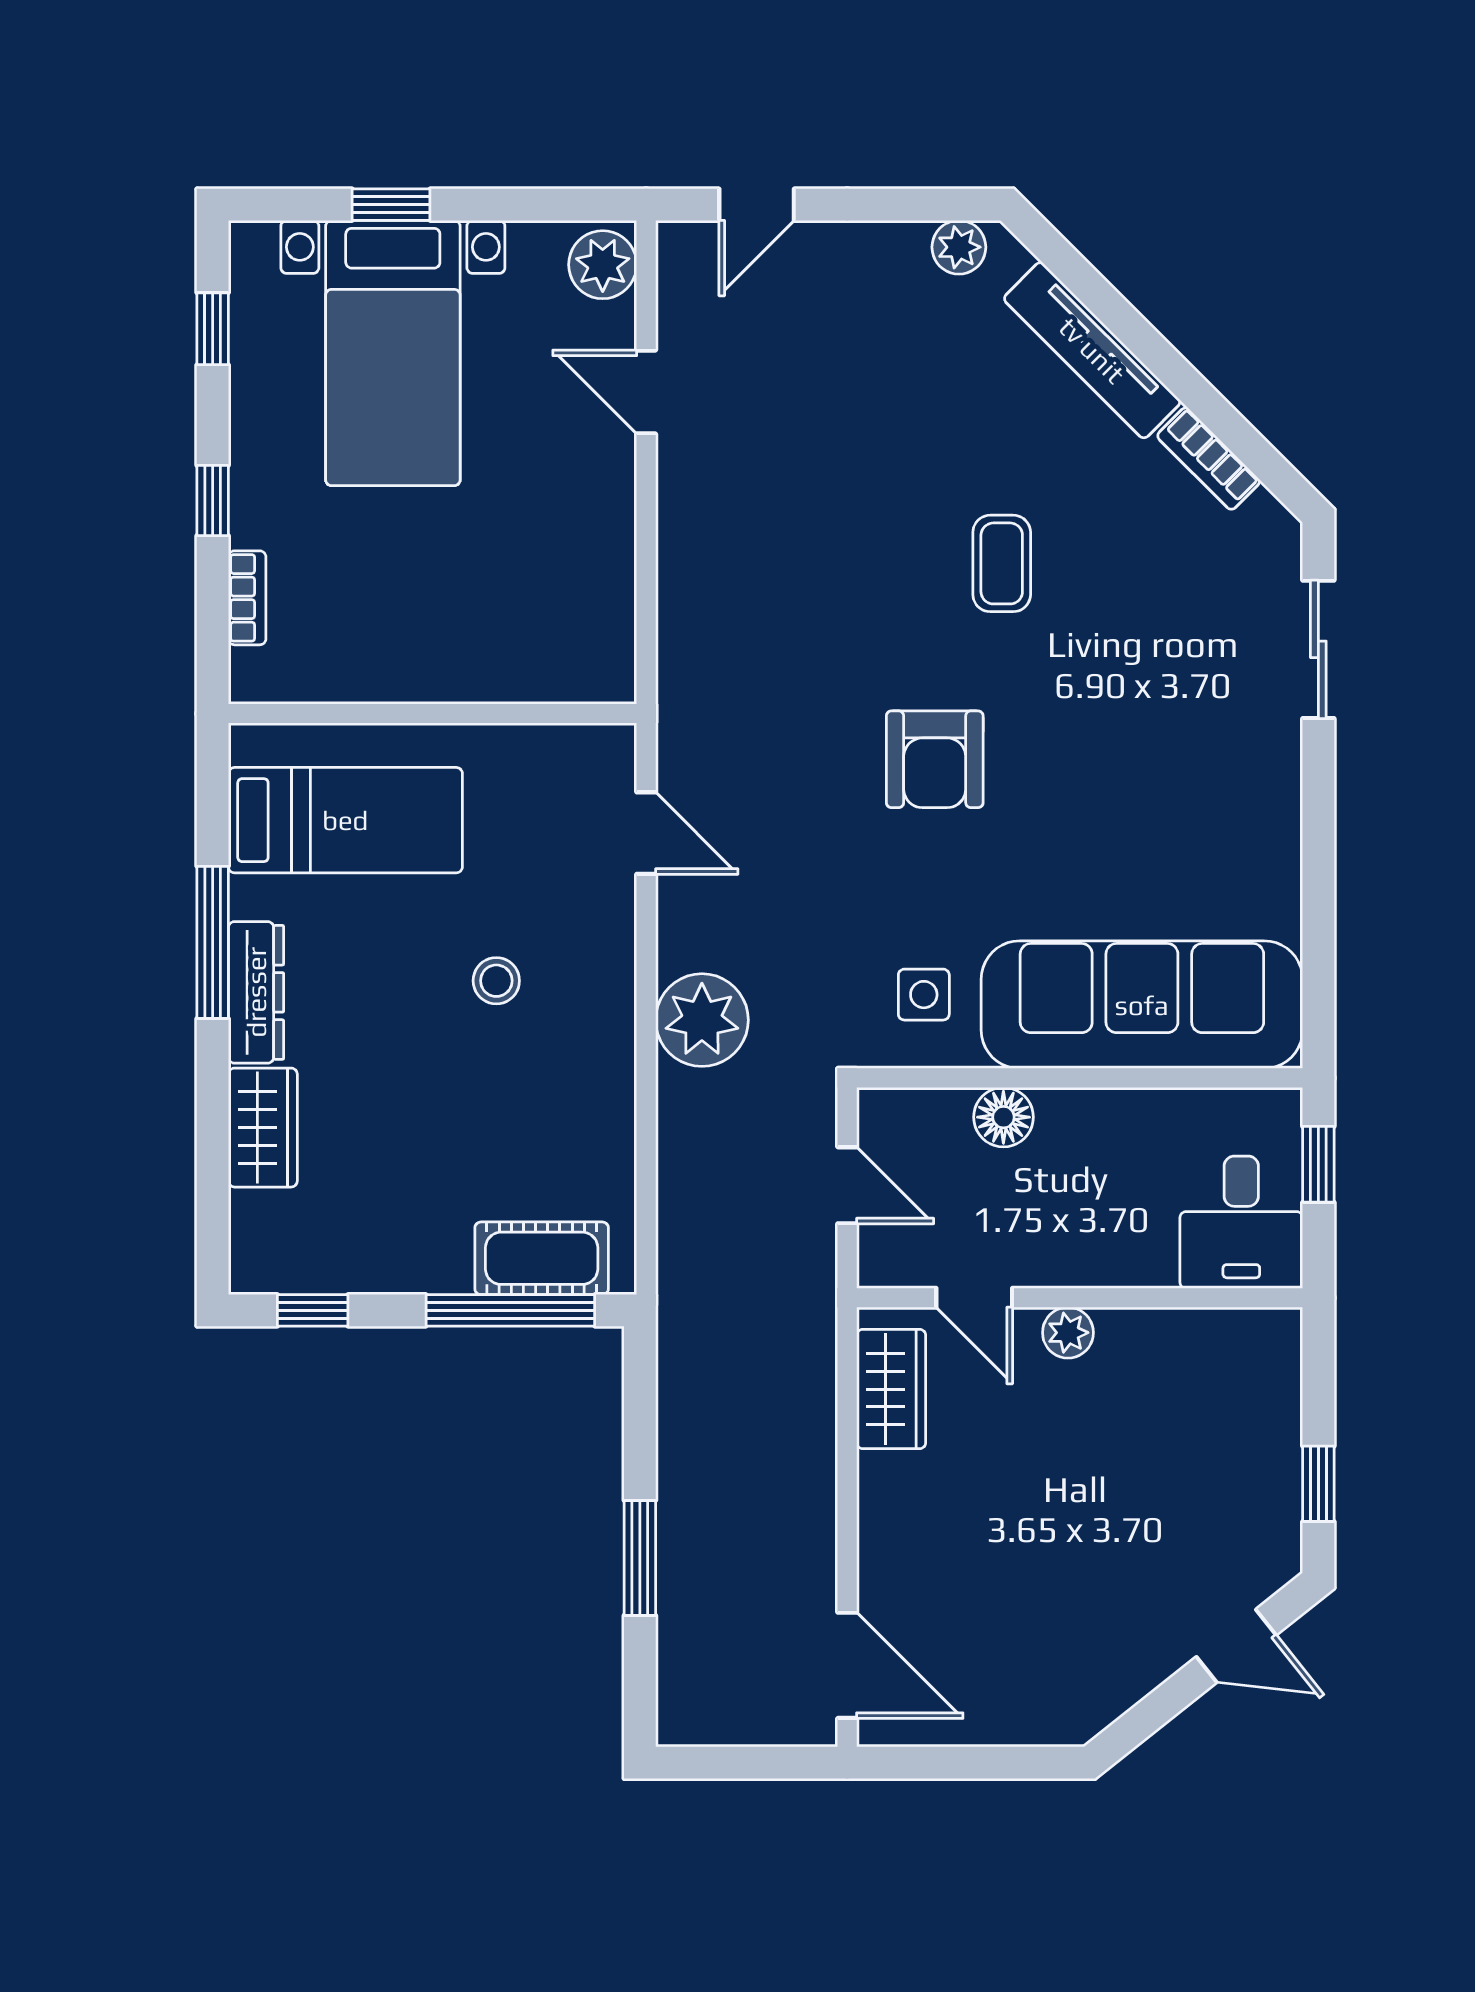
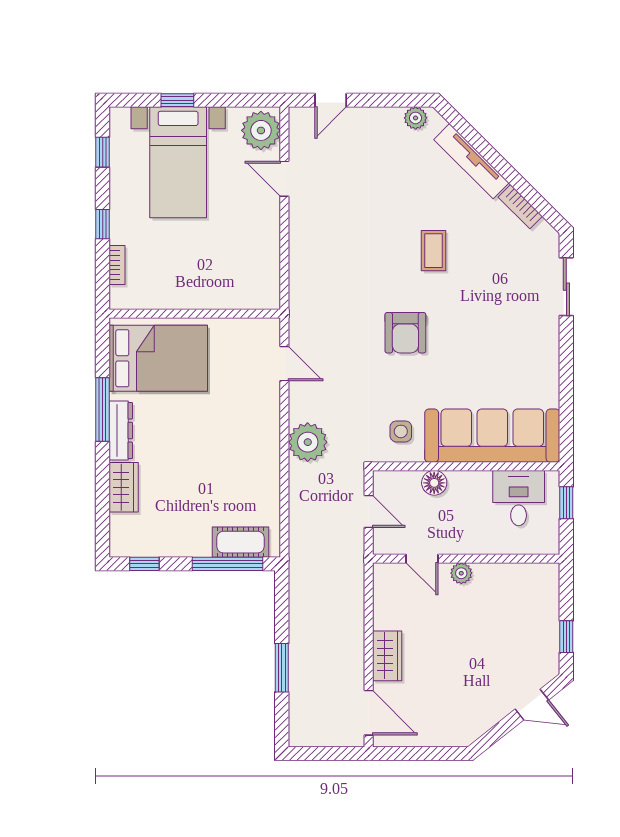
plant: (603, 265) -> (261, 130), width x1.36, depth x1.36
bed: (345, 820) -> (158, 358), width x1.50
stool: (496, 981) -> (222, 426), removed
desk: (1241, 1222) -> (519, 498), moved, turned 180
wardrobe: (891, 1389) -> (387, 656), moved

